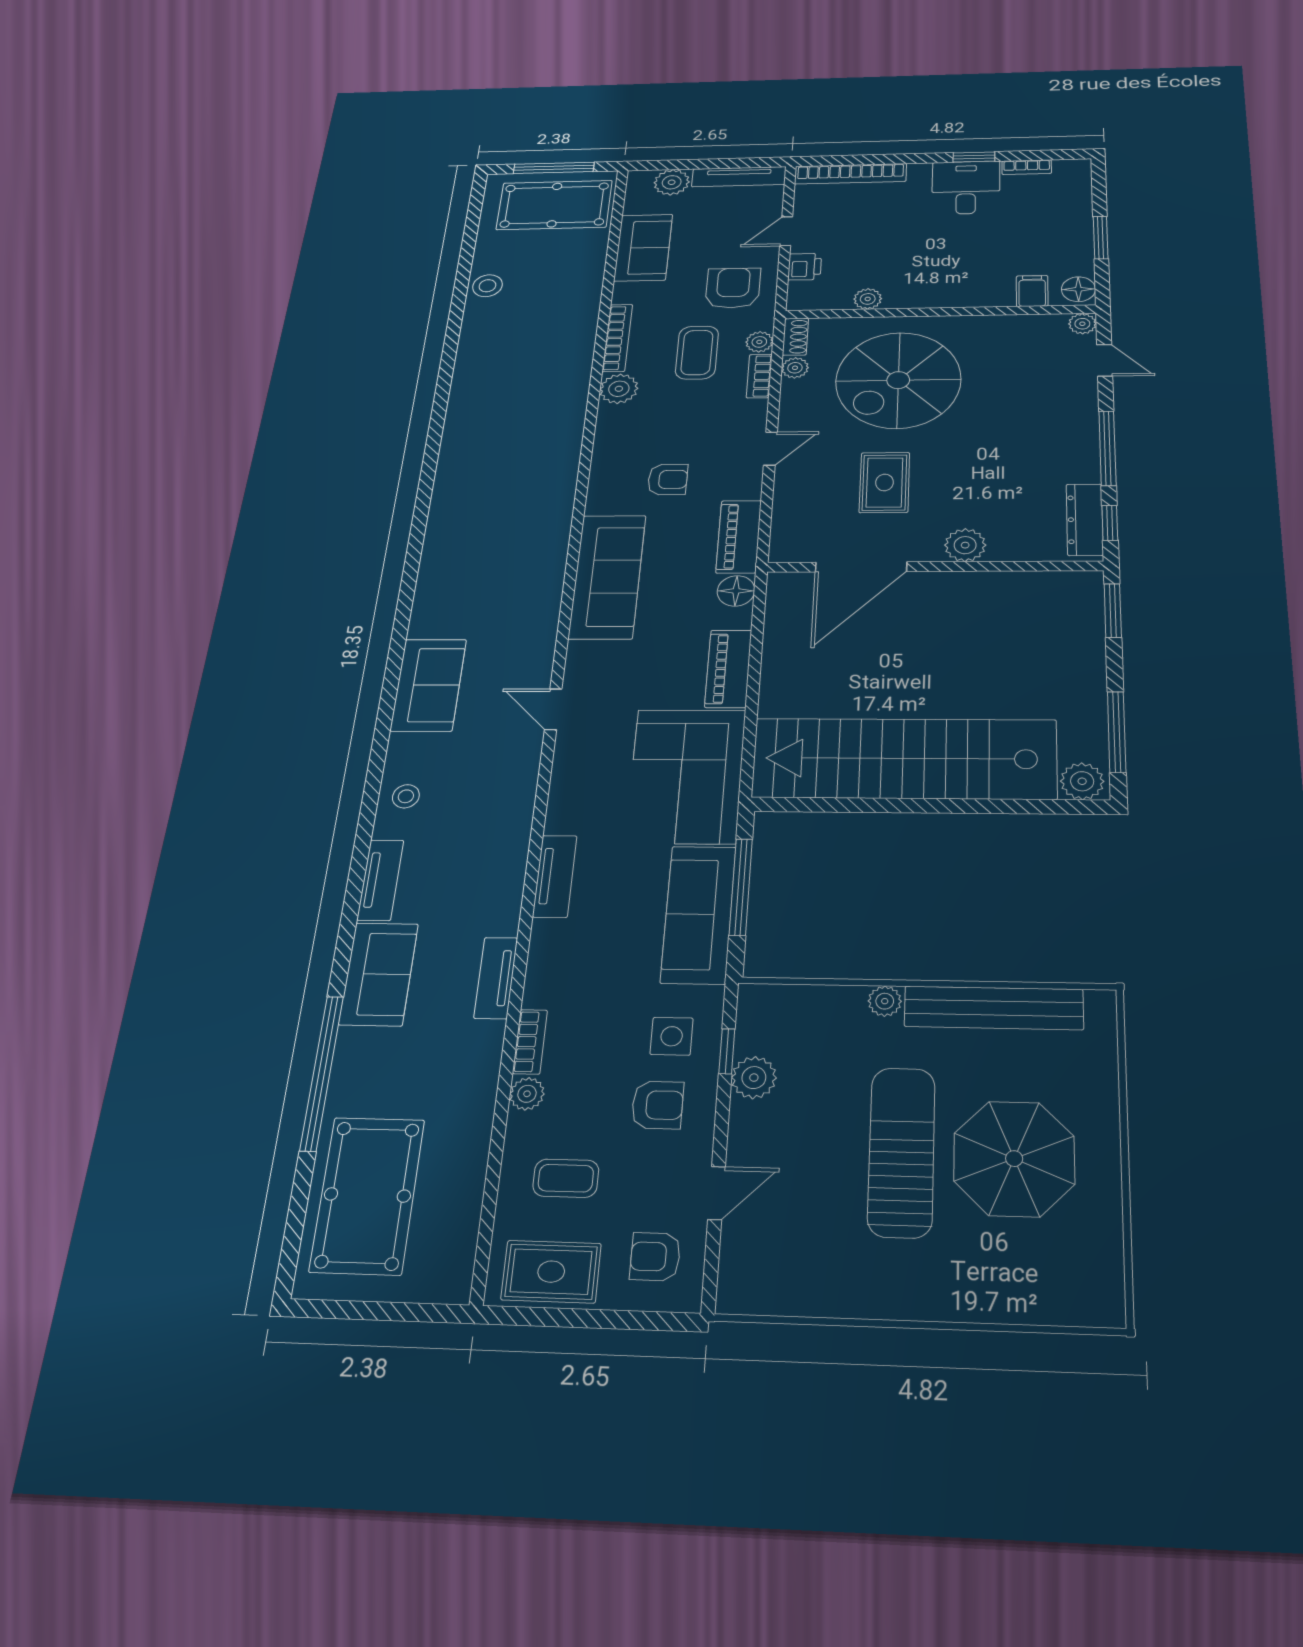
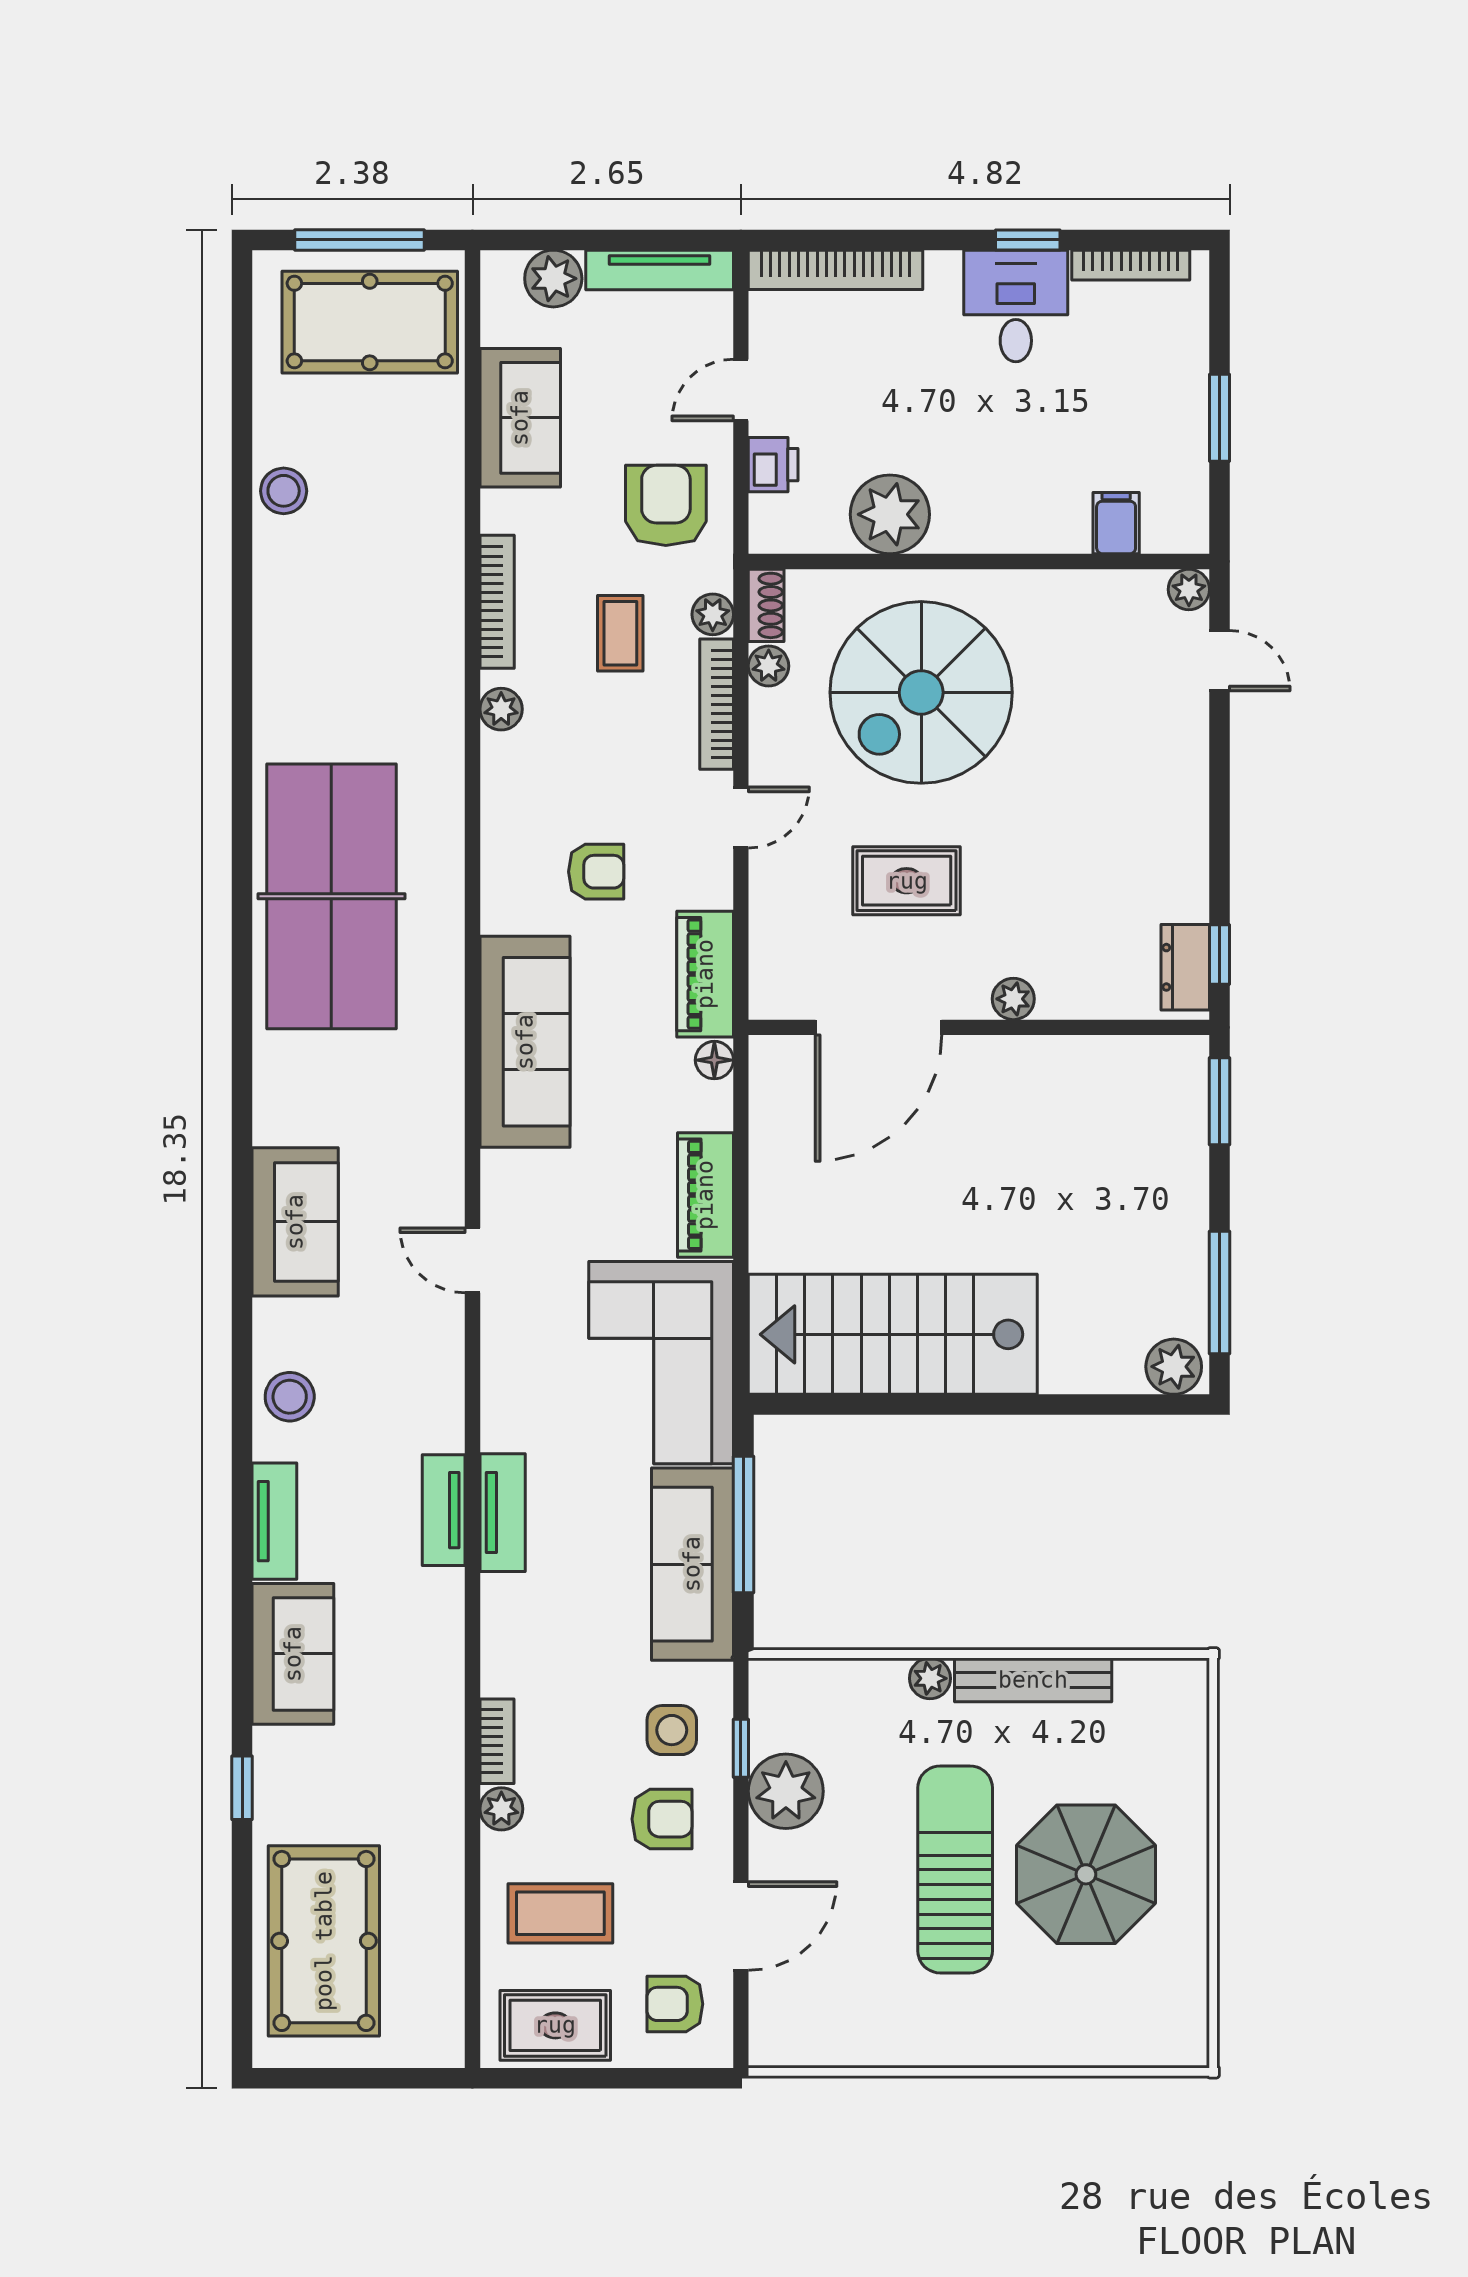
bookcase: (1027, 167) -> (1131, 265), width x1.56
floor lamp: (1078, 289) -> (1184, 521), removed
plant: (868, 299) -> (890, 514), width x1.88, depth x1.88
coffee table: (697, 353) -> (620, 633), width x0.73, depth x0.77
bookcase: (759, 376) -> (717, 704), width x1.56
plant: (619, 389) -> (501, 709), width x0.73, depth x0.73
window: (1107, 448) -> (1219, 823), removed
rug: (884, 482) -> (907, 881), turned 90
table tennis table: (485, 495) -> (331, 896), added
dresser: (1085, 520) -> (1185, 967), width x0.70
plant: (965, 545) -> (1013, 999), width x0.73, depth x0.73
floor lamp: (736, 591) -> (714, 1060), width x0.73, depth x0.73
stairs: (904, 759) -> (893, 1334), width x0.73
stool: (406, 796) -> (290, 1397), width x1.37, depth x1.37
tv unit: (496, 978) -> (444, 1510), moved
bench: (994, 1008) -> (1033, 1680), width x0.73, depth x0.82
window: (322, 1073) -> (242, 1788), width x0.32
plant: (754, 1078) -> (786, 1791), width x1.36, depth x1.36
coffee table: (566, 1178) -> (560, 1913), width x1.36, depth x1.30
door: (717, 1193) -> (741, 1926), width x1.38

